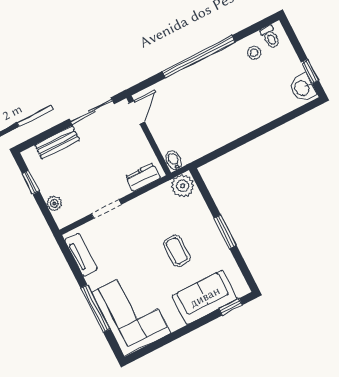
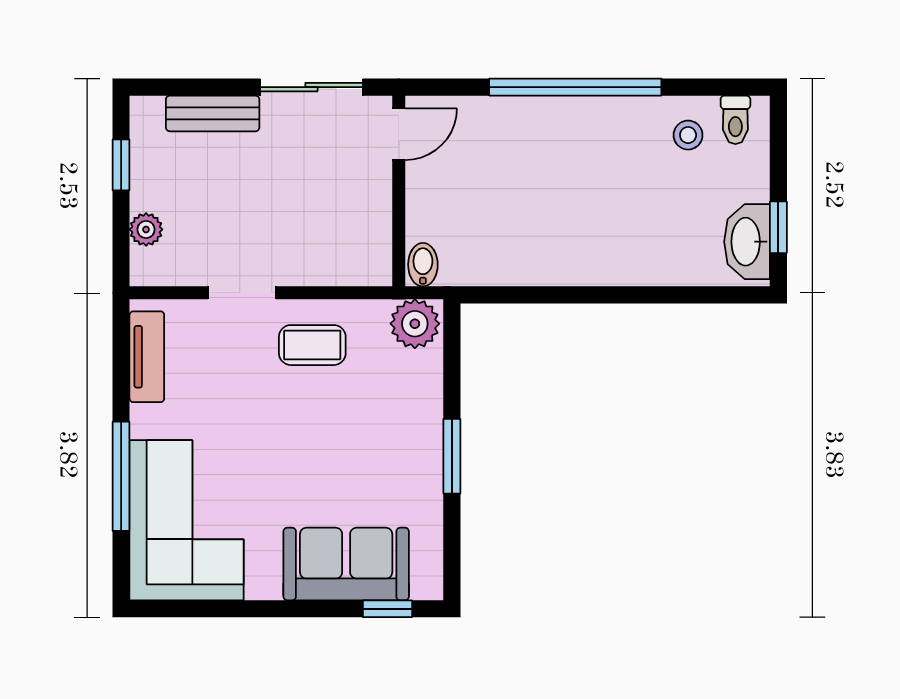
washbasin: (302, 88) -> (747, 242), width x1.38
dresser: (143, 177) -> (346, 267), removed
coffee table: (177, 251) -> (312, 345), moved, turned 90

